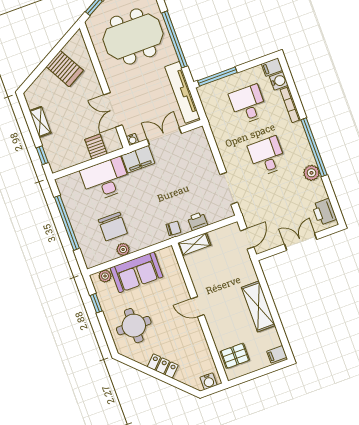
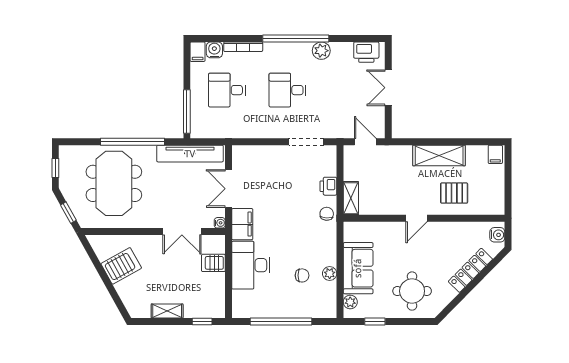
chair: (113, 226) -> (302, 275), width x0.54, depth x0.54
pallet: (235, 356) -> (454, 193), moved, turned 90
locker: (163, 366) -> (470, 270), width x1.53

